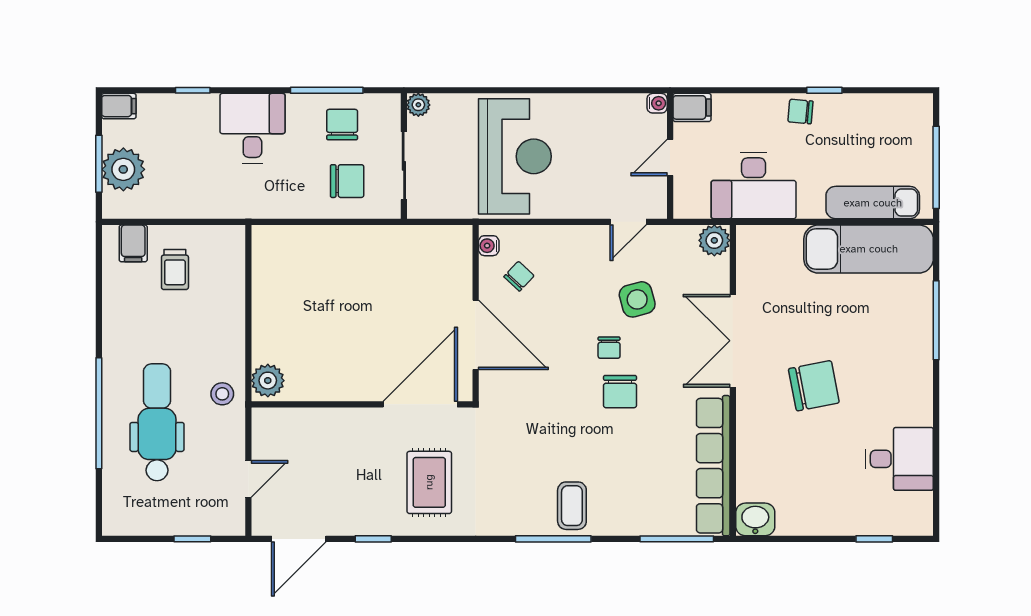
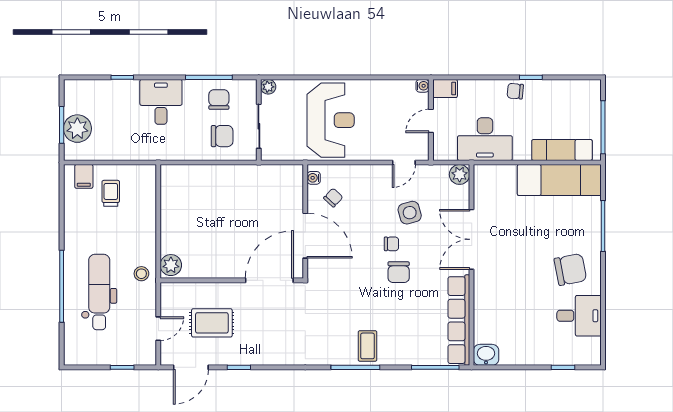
filing cabinet: (119, 106) -> (75, 88), removed
trolley: (175, 270) -> (111, 193), turned 180
chair: (609, 348) -> (391, 244), turned -90
chair: (814, 386) -> (570, 269), moved
rug: (429, 482) -> (212, 323), moved, turned 90

